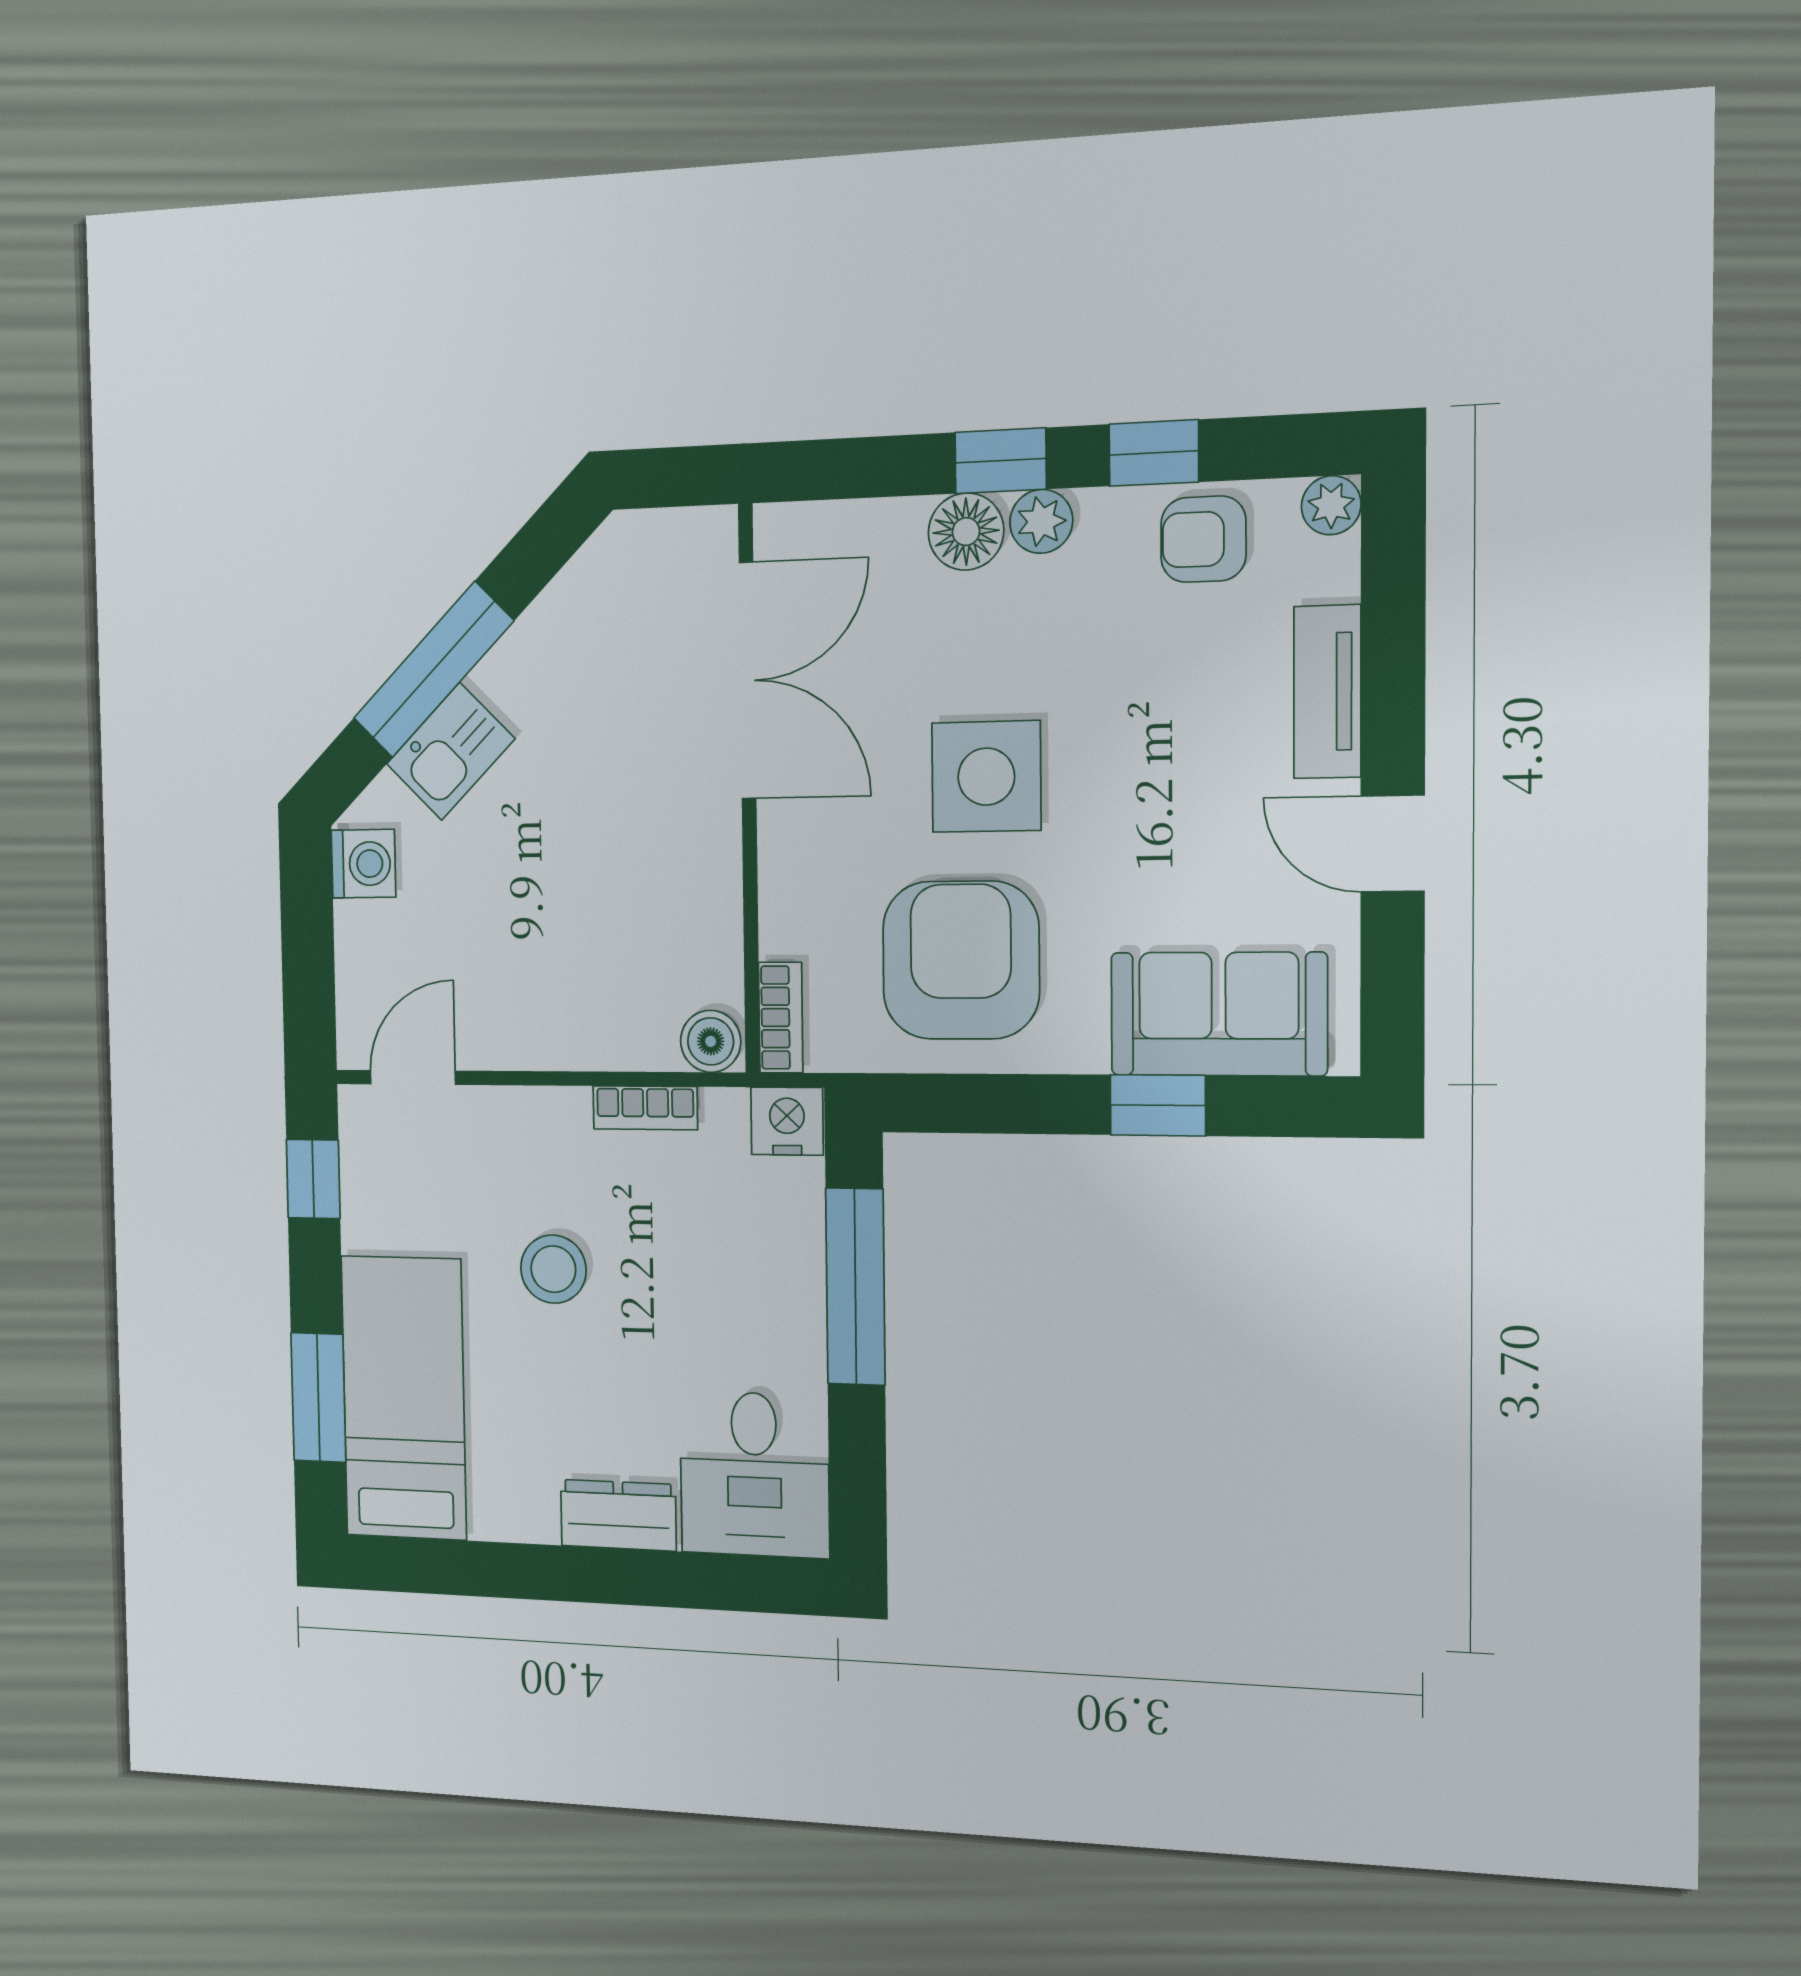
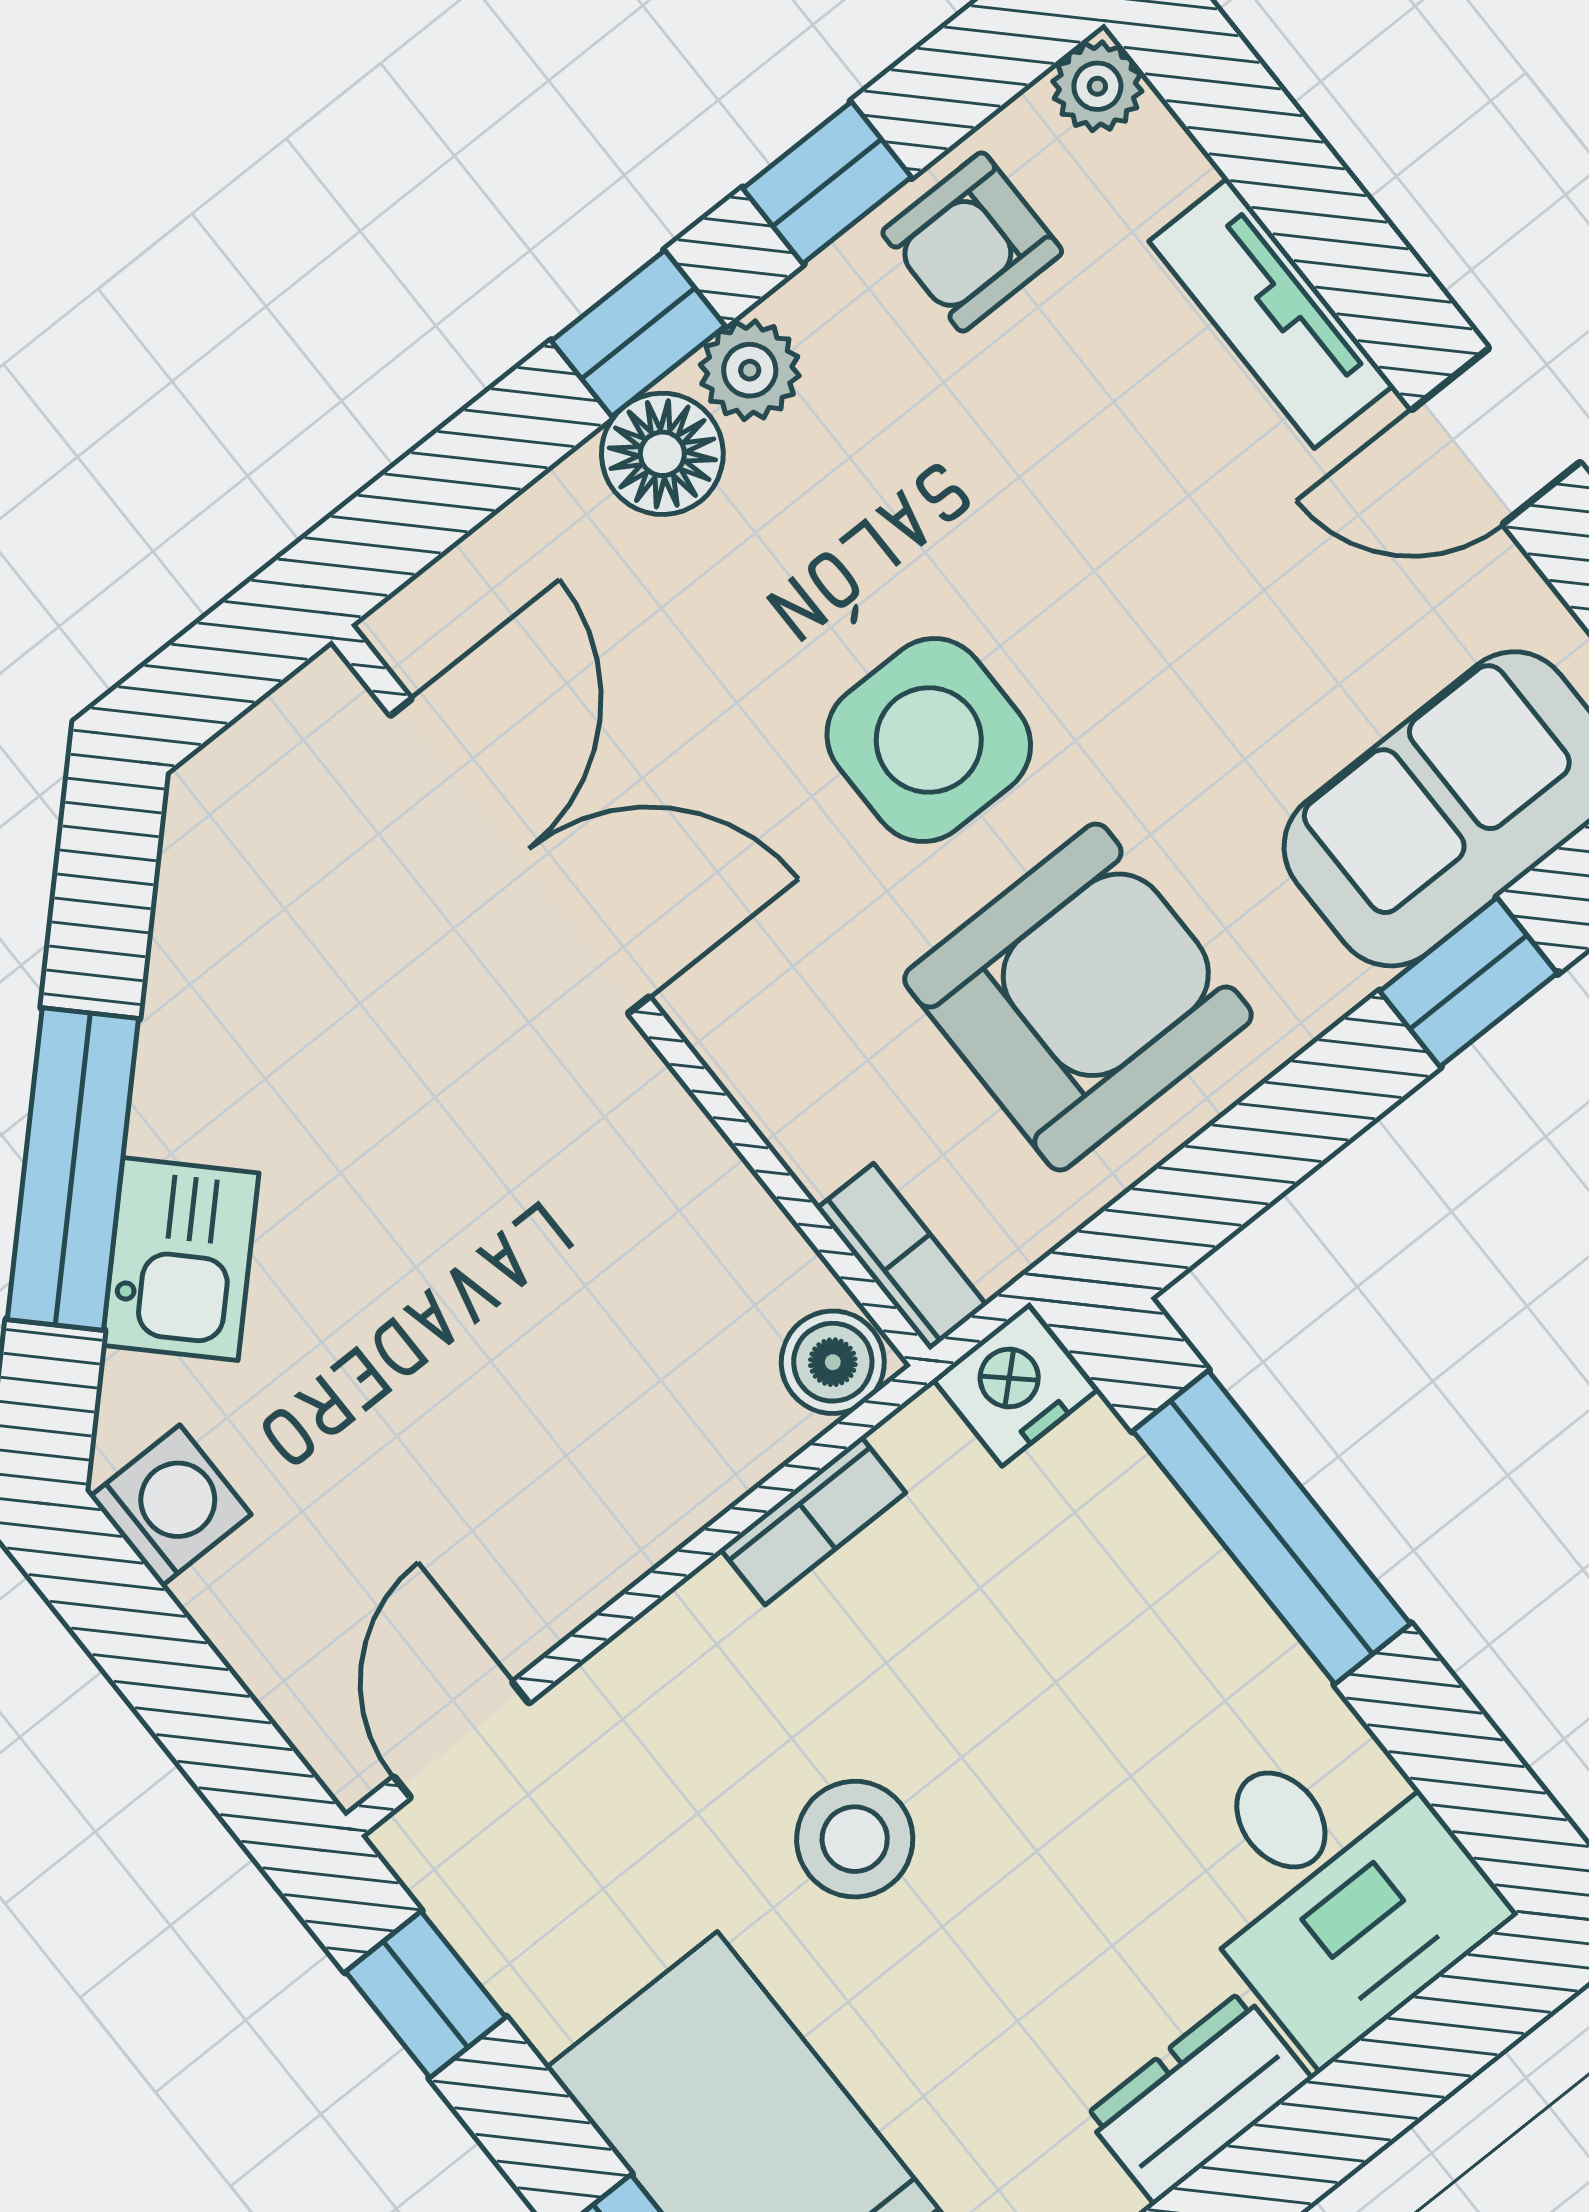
armchair: (961, 960) -> (1078, 997), turned 90

